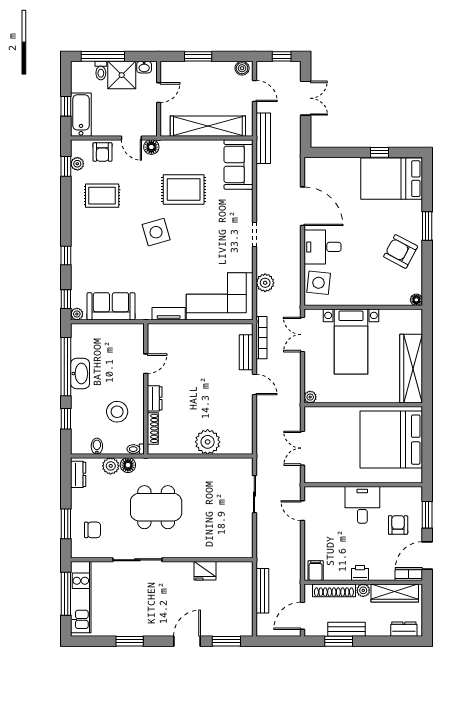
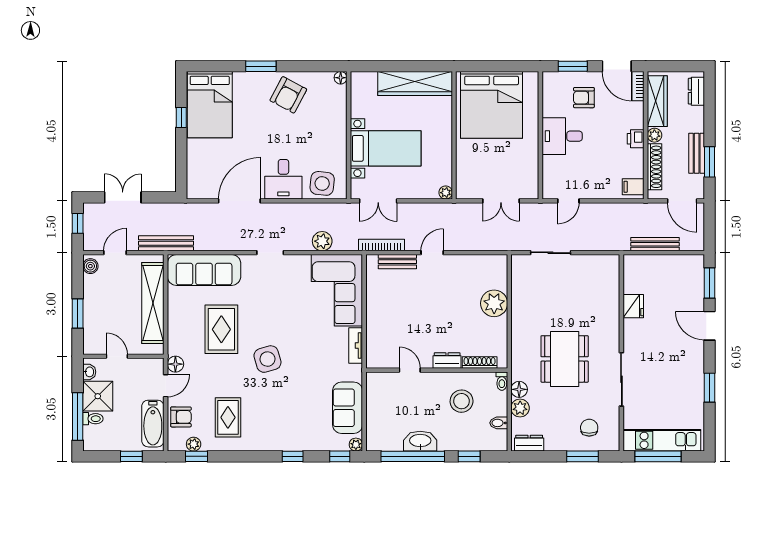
bathtub: (81, 115) -> (153, 424), moved, turned -90
sofa: (238, 164) -> (204, 270), width x1.36

